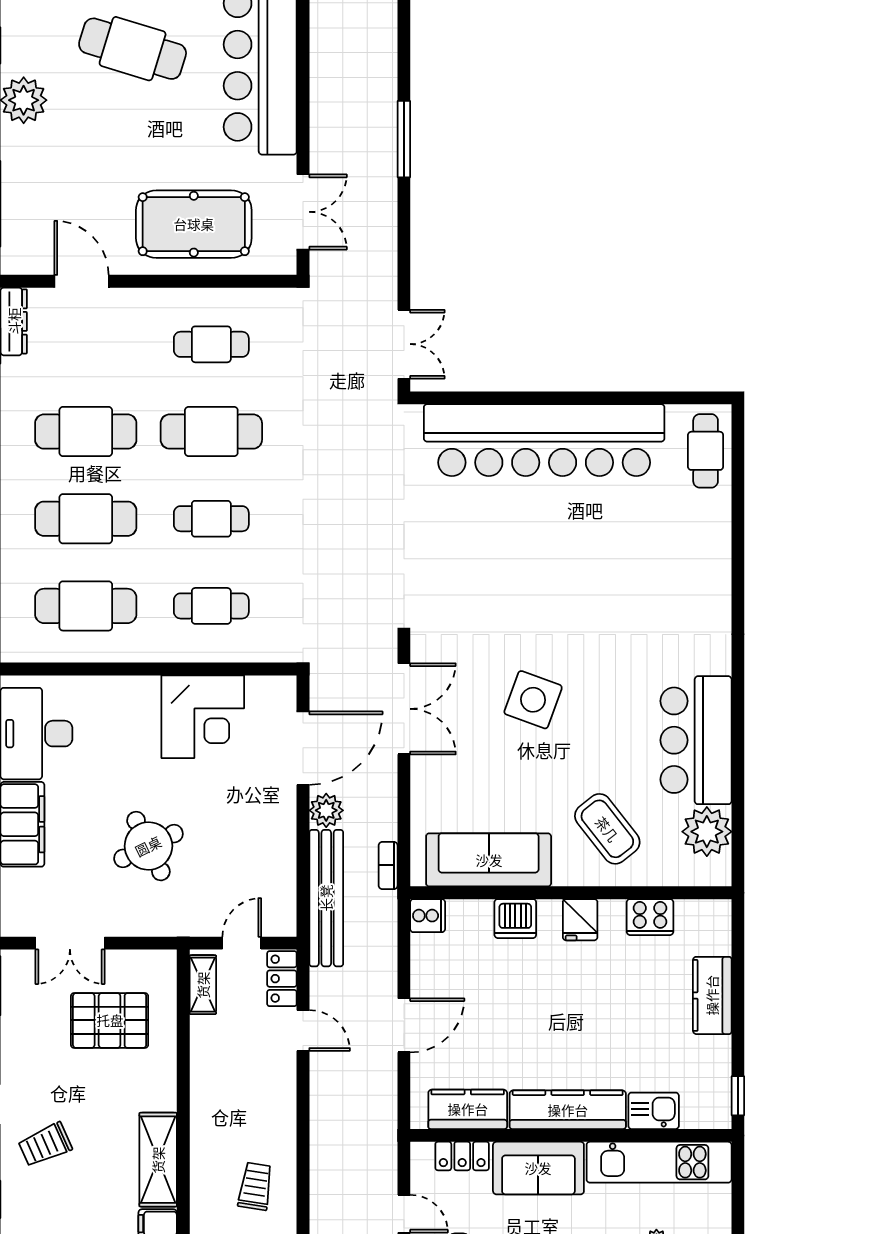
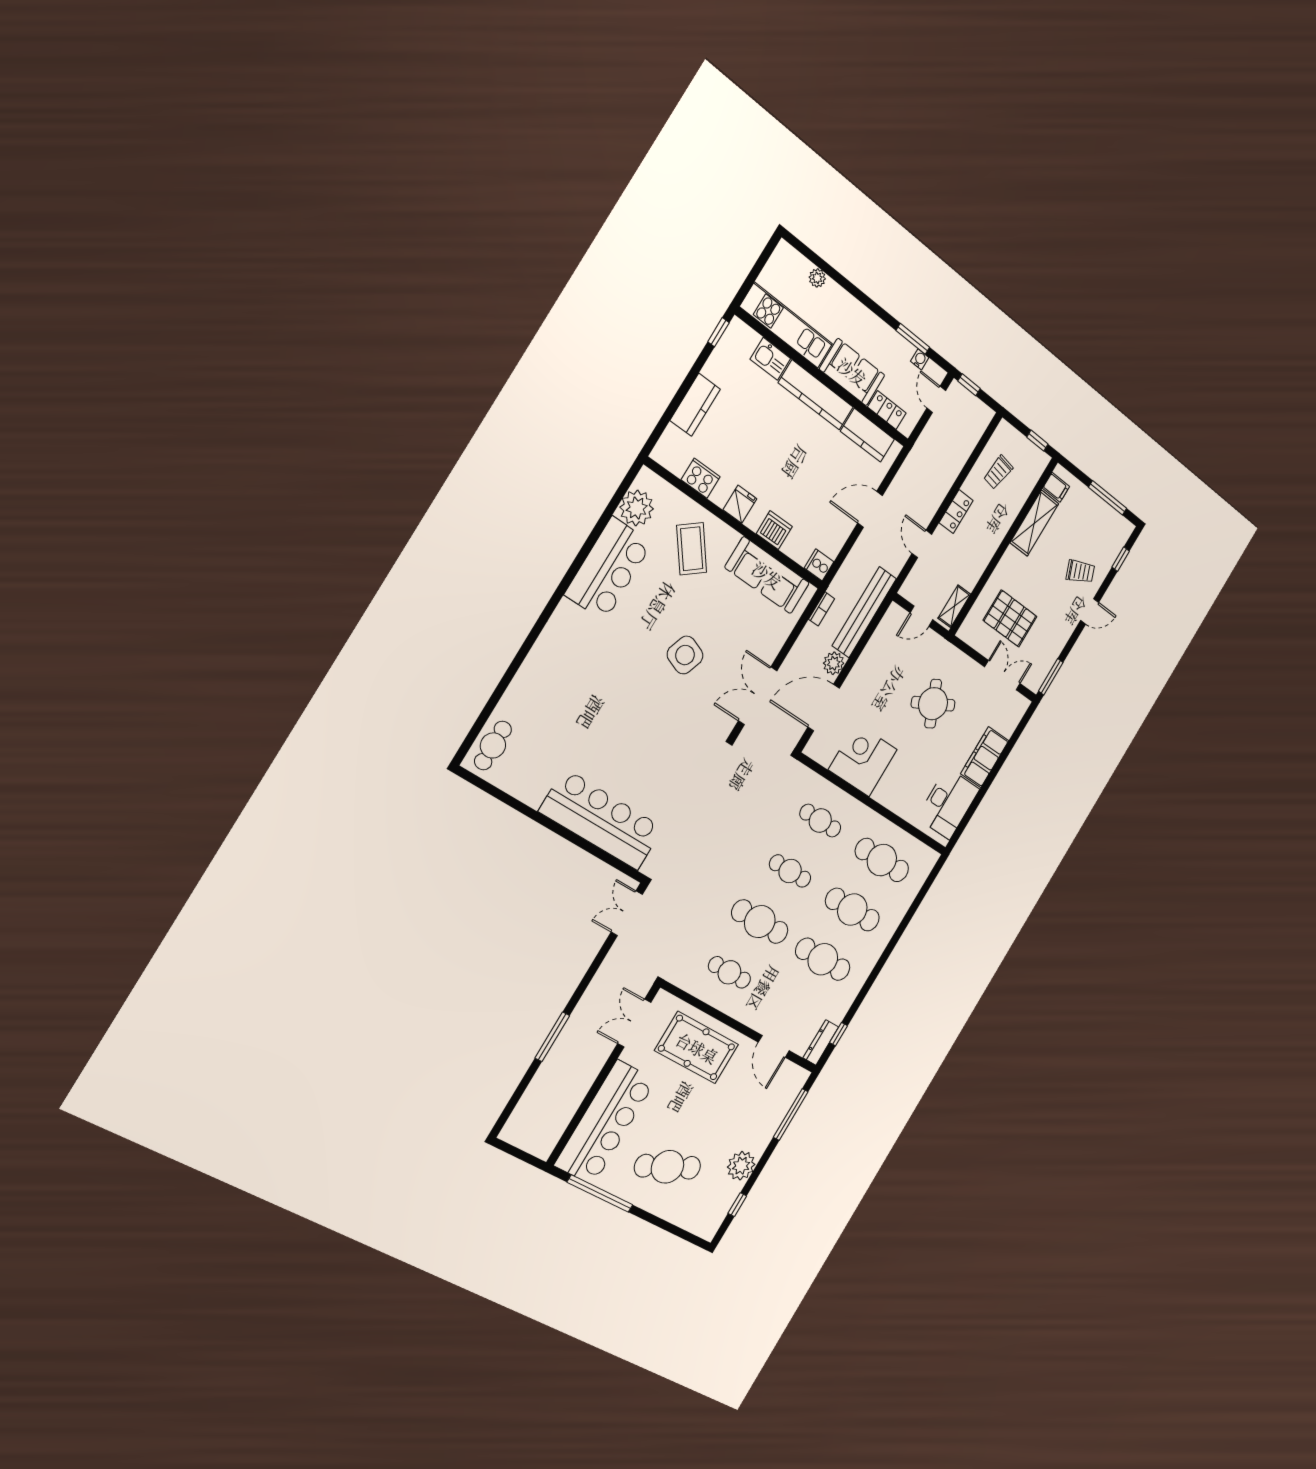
cafe table: (133, 49) -> (667, 1167), turned -39
bar counter: (544, 440) -> (601, 820), width x0.73
locker: (282, 979) -> (956, 512), moved

